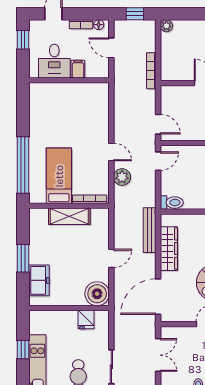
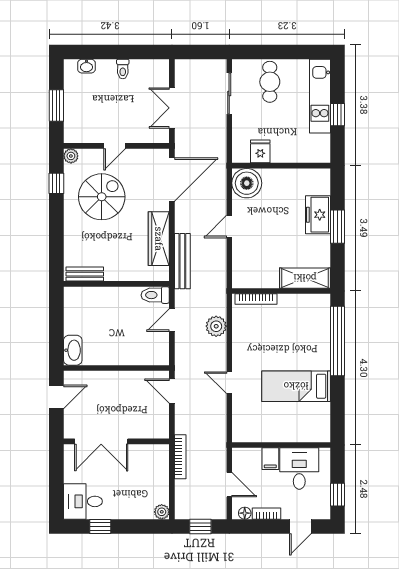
door: (111, 152) -> (229, 383), moved
door: (158, 161) -> (172, 320), moved
bed: (59, 176) -> (296, 386), moved, turned 90
shelving: (69, 216) -> (305, 278), moved
freezer: (39, 280) -> (318, 215), moved

